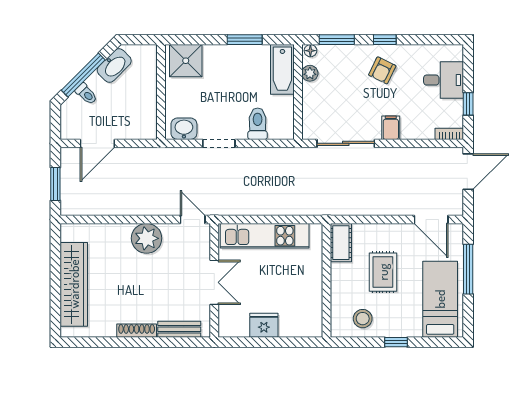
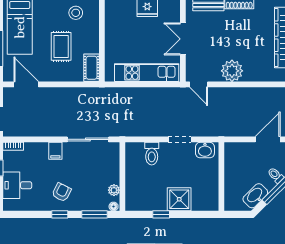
window: (245, 40) -> (161, 214), width x0.67
shower: (186, 61) -> (179, 199), moved
bathtub: (282, 69) -> (134, 193), removed

